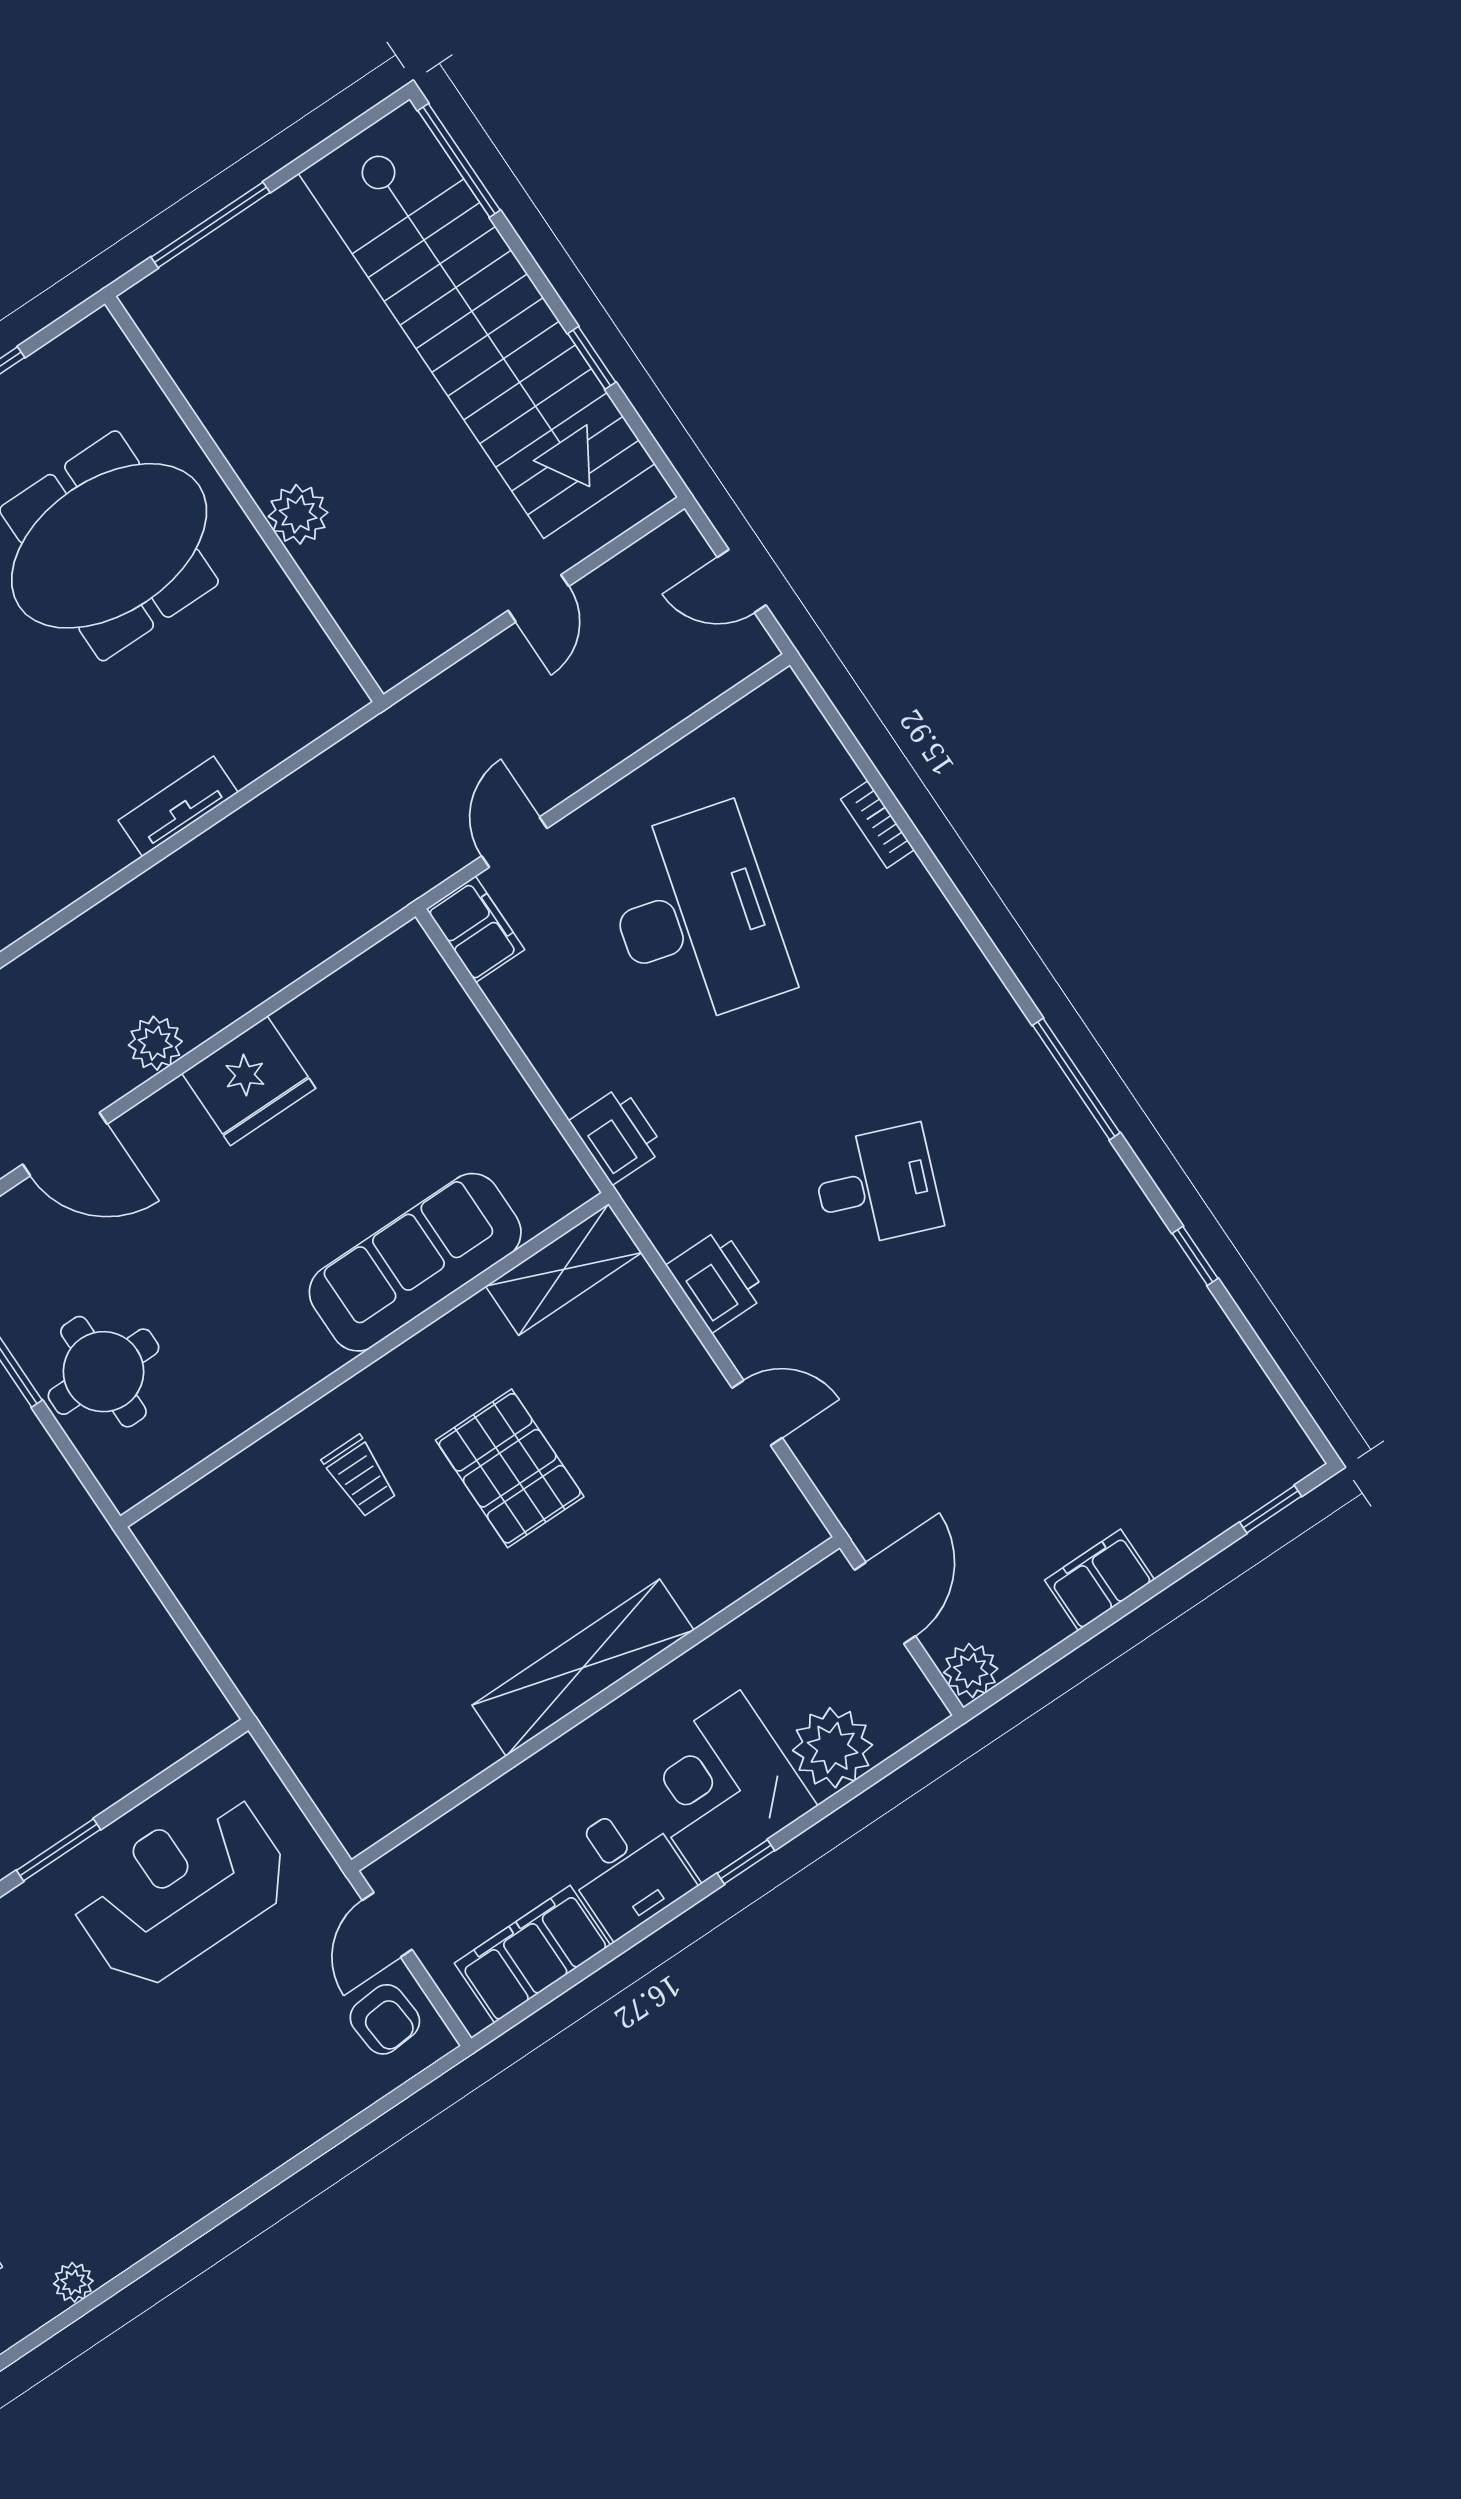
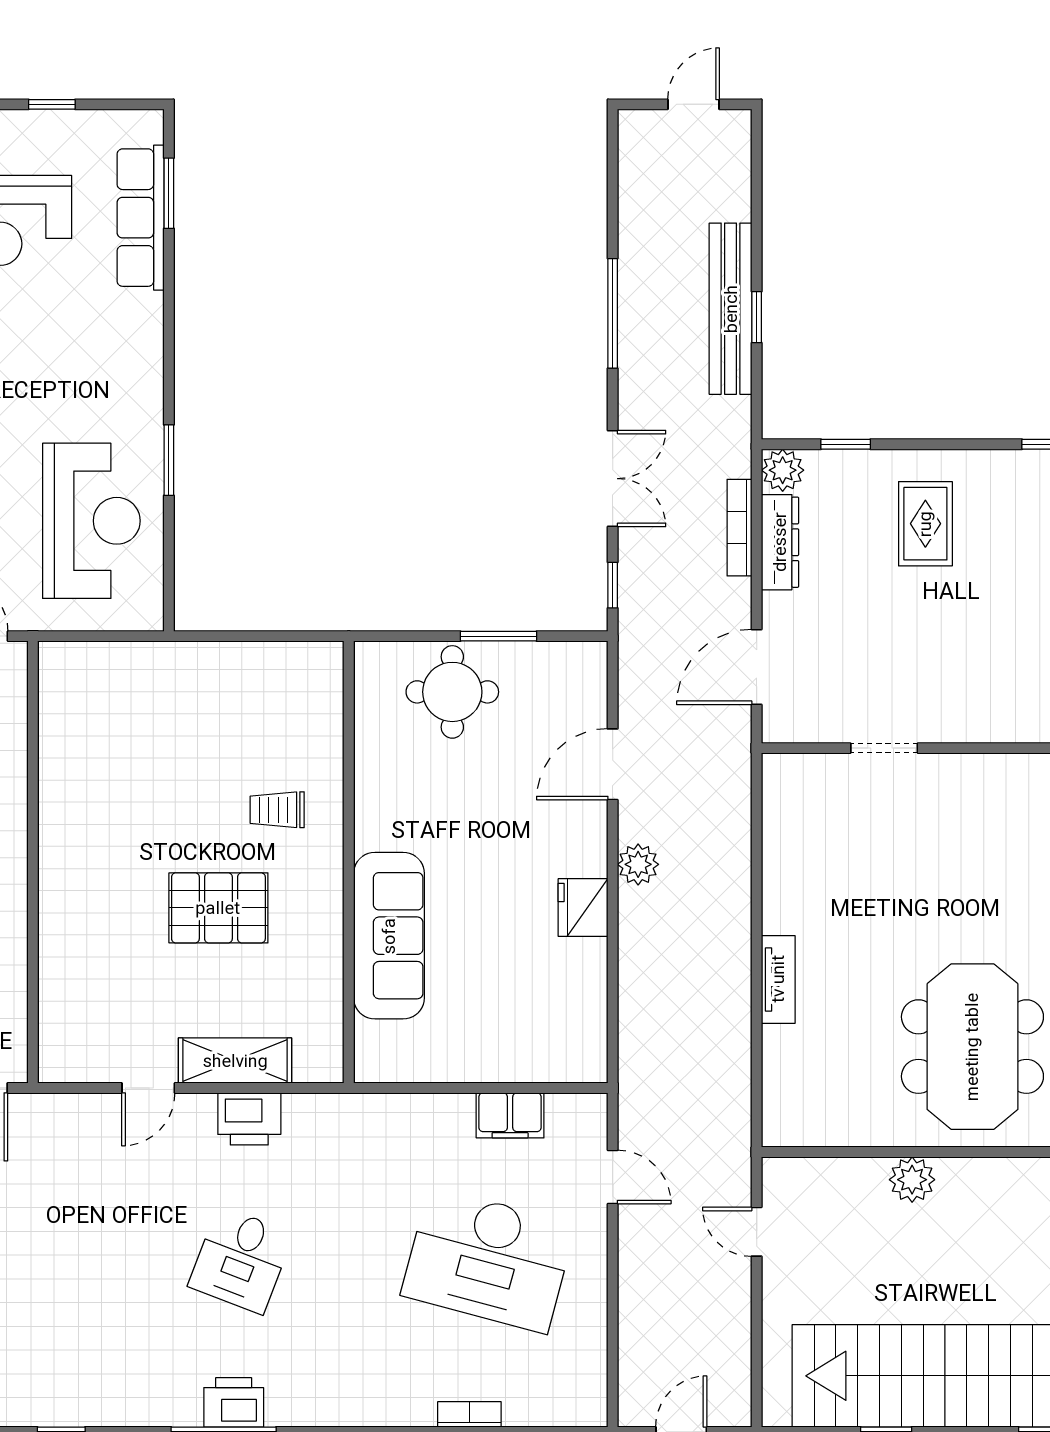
door: (538, 598) -> (757, 1232), moved
filing cabinet: (475, 929) -> (510, 1115), moved
fridge: (249, 1081) -> (583, 908), width x0.73, depth x0.75
printer: (617, 1135) -> (234, 1402), moved, turned 180
shelving: (564, 1269) -> (235, 1061), moved, turned 90
shelving: (583, 1668) -> (61, 869), removed

